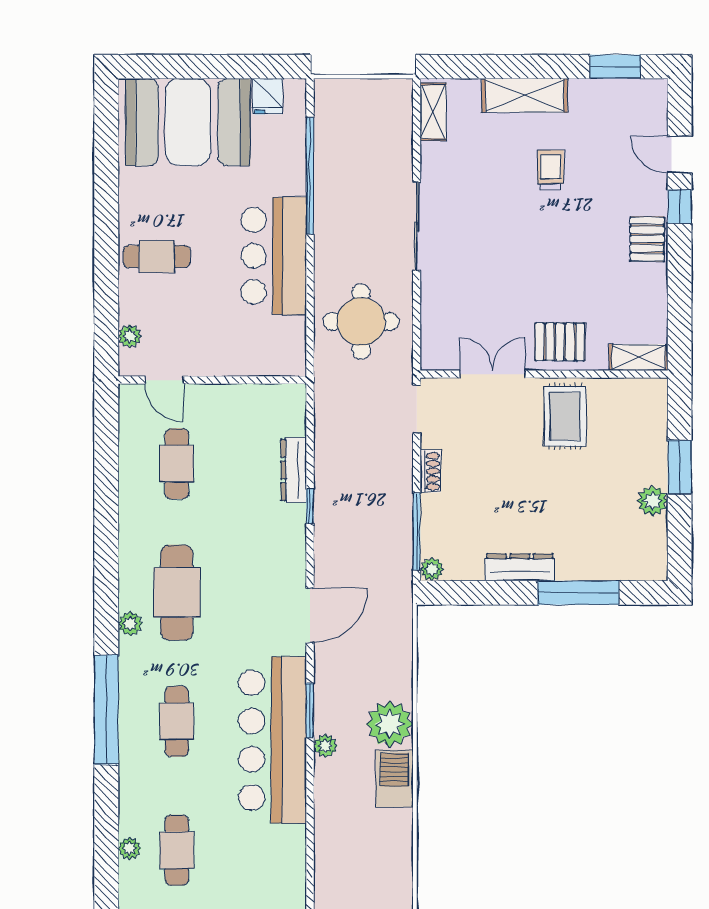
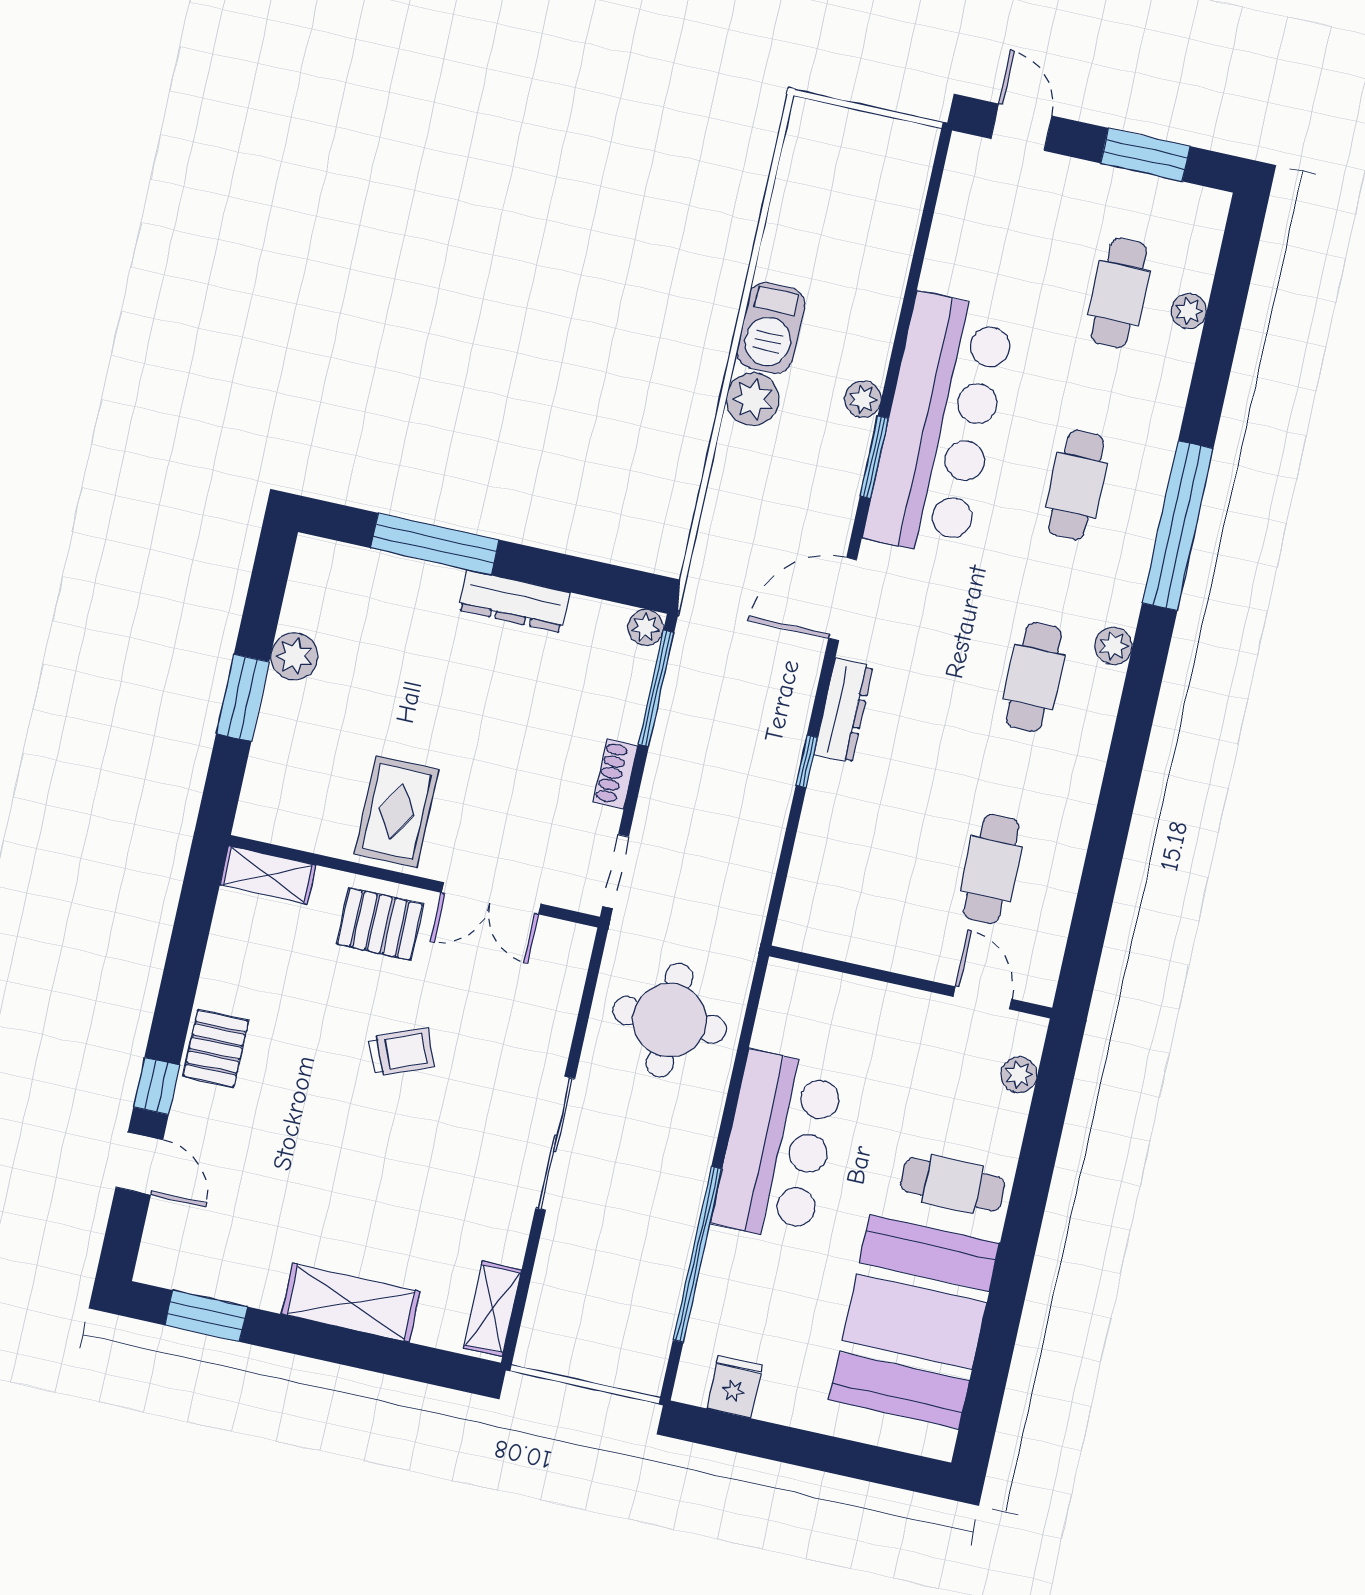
booth: (188, 122) -> (914, 1322), moved, turned 90
trolley: (551, 170) -> (402, 1052), moved, turned -112
dresser: (294, 470) -> (843, 711), moved
cafe table: (177, 593) -> (1034, 677), width x0.73, depth x0.74
plant: (390, 724) -> (753, 399), width x0.73, depth x0.73

